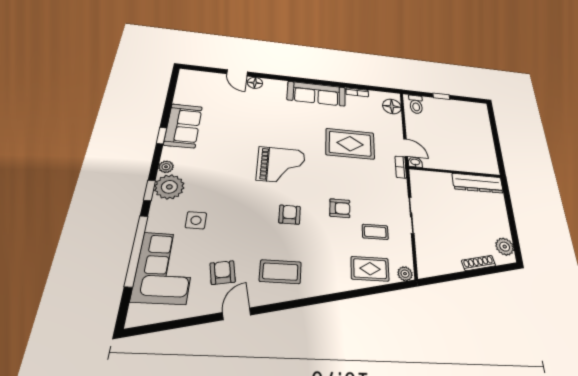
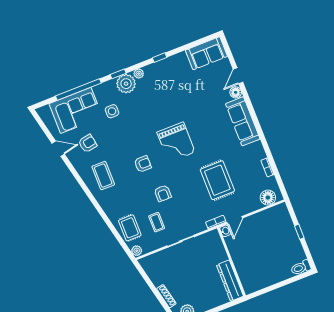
sofa: (316, 94) -> (243, 121), moved
toilet: (416, 104) -> (301, 268), moved
sofa: (183, 126) -> (206, 53), moved
door: (237, 314) -> (58, 149), moved

